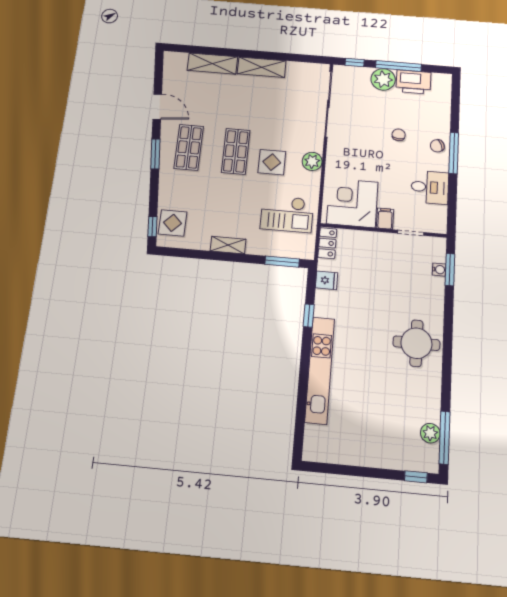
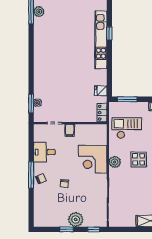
window: (399, 66) -> (67, 229), width x0.46
printer: (413, 82) -> (57, 219), removed
corner desk: (352, 203) -> (93, 159), moved, turned 90
window: (309, 316) -> (109, 33), moved
round table: (416, 343) -> (48, 60), removed

